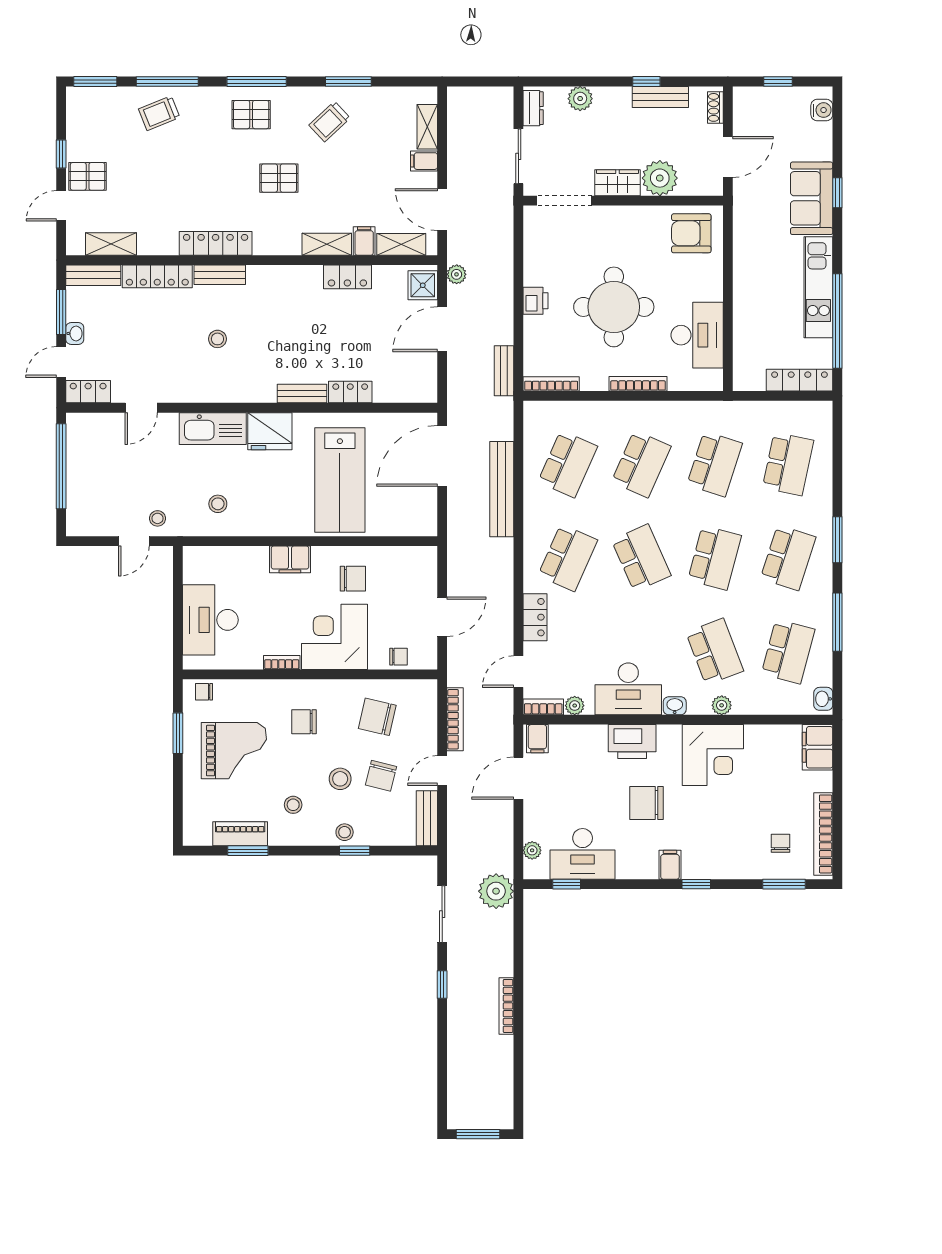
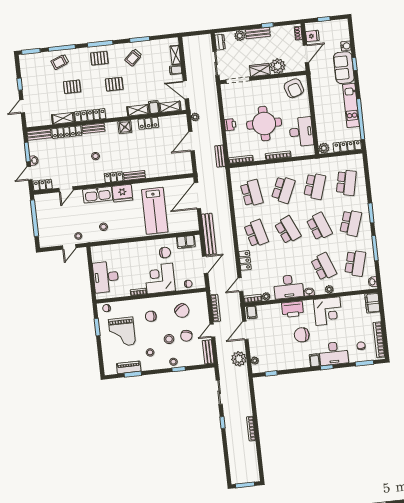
bench: (660, 97) -> (258, 33), moved
water cooler: (822, 110) -> (346, 46), moved
fridge: (747, 117) -> (312, 36), added
pallet: (88, 176) -> (72, 87), moved
armchair: (691, 233) -> (294, 88), turned -108
shelving: (111, 244) -> (63, 118), moved
shower: (423, 285) -> (125, 127), moved
plant: (745, 379) -> (324, 148), added
locker: (350, 392) -> (114, 177), moved
school desk: (568, 464) -> (252, 193), turned -33
bench: (502, 489) -> (209, 234), moved
school desk: (568, 558) -> (256, 233), turned -39
school desk: (715, 558) -> (319, 226), turned -36
filing cabinet: (290, 559) -> (186, 242), moved
chair: (377, 717) -> (182, 311), turned -135
grand piano: (234, 751) -> (122, 332), turned 90
desk: (583, 854) -> (334, 353), moved
plant: (496, 891) -> (239, 359), moved

